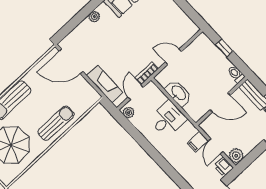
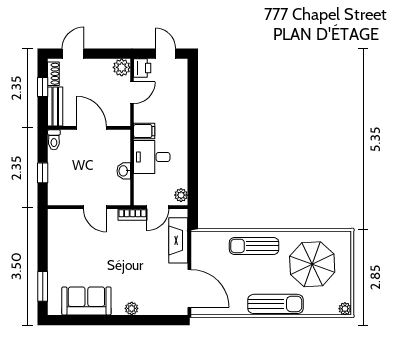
washbasin: (178, 93) -> (124, 171), width x0.52, depth x0.69
filing cabinet: (198, 142) -> (144, 131), moved

